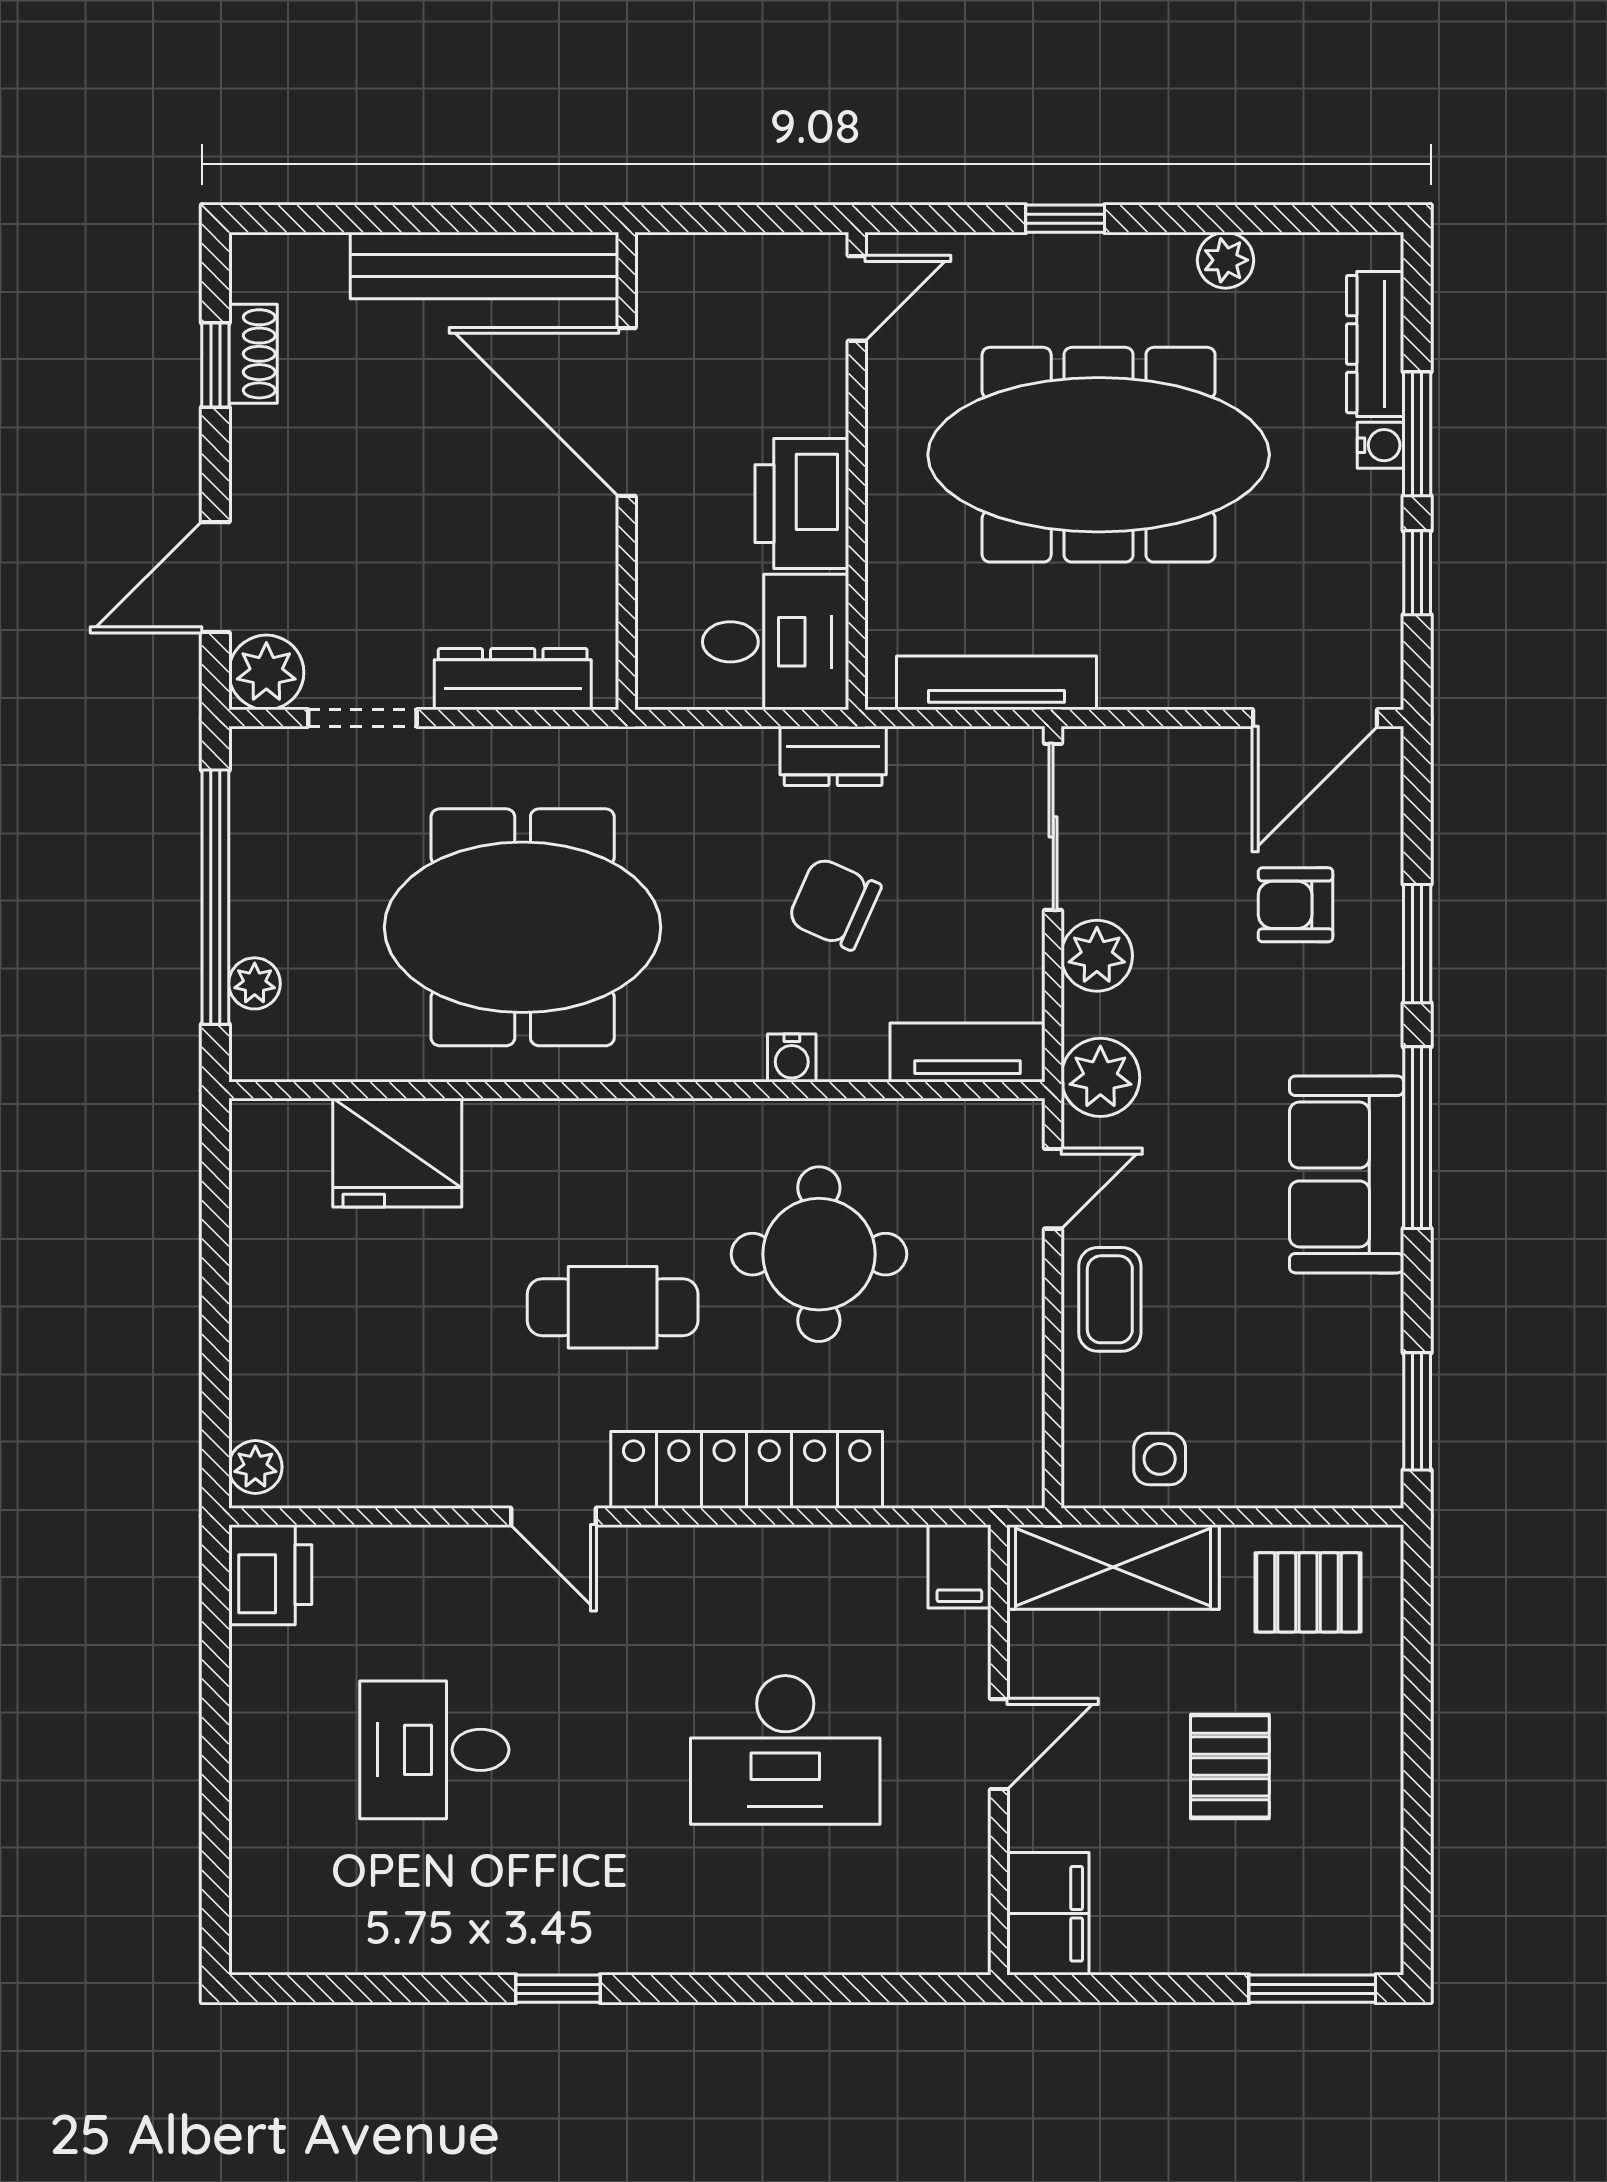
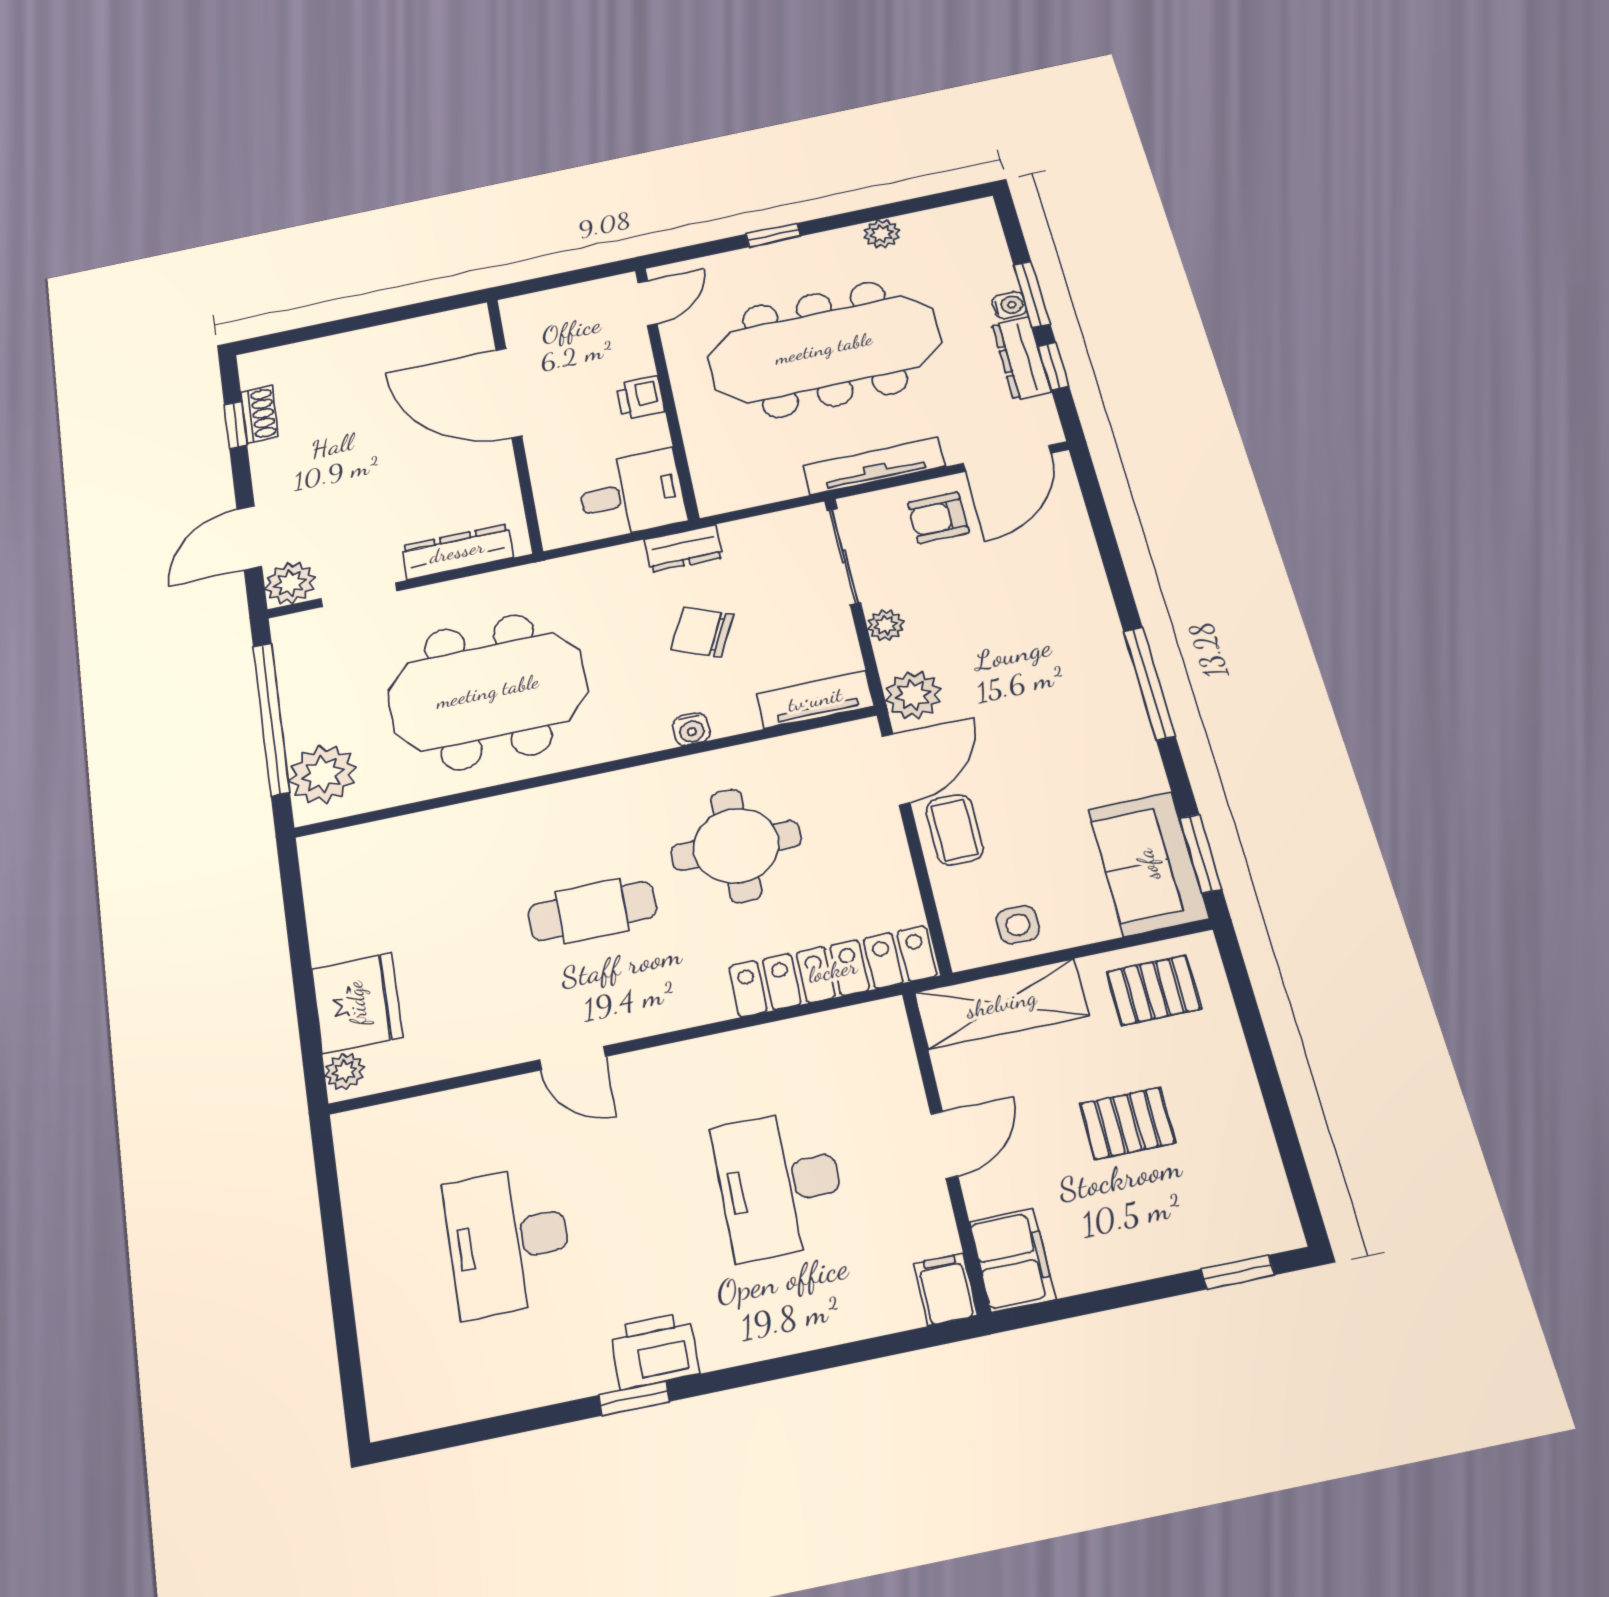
bench: (485, 266) -> (403, 337), removed
dresser: (1375, 344) -> (1021, 358), moved
printer: (802, 504) -> (641, 398), width x0.53, depth x0.68
tv unit: (997, 683) -> (874, 466), moved
armchair: (1295, 905) -> (938, 518), moved
window: (1417, 944) -> (1115, 570), removed
plant: (1097, 956) -> (886, 625), width x0.73, depth x0.73
plant: (255, 983) -> (323, 774), width x1.88, depth x1.88
fridge: (397, 1153) -> (357, 1003), moved, turned -90
sofa: (1347, 1174) -> (1148, 864), moved
door: (1053, 1189) -> (896, 769), width x1.38
locker: (747, 1470) -> (833, 971), moved
filing cabinet: (959, 1566) -> (946, 1289), moved, turned 180
printer: (270, 1575) -> (654, 1351), moved, turned -90
desk: (434, 1750) -> (508, 1241), width x1.37
desk: (785, 1750) -> (780, 1184), turned 90
pallet: (1230, 1766) -> (1127, 1123), turned 90
window: (1312, 1989) -> (1238, 1272), width x0.67

